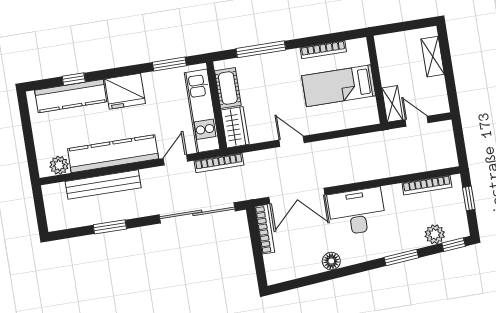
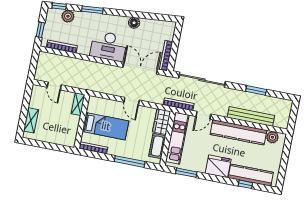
wall: (377, 80) -> (82, 122), moved
bed: (339, 86) -> (106, 126), moved
shelving: (392, 104) -> (78, 104), moved

